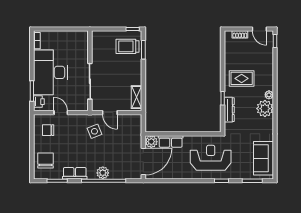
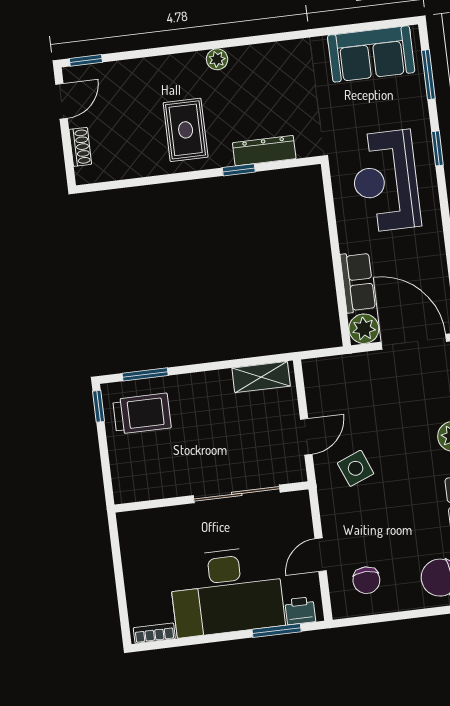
trolley: (127, 46) -> (142, 414), turned -90
plant: (265, 109) -> (251, 65), removed

